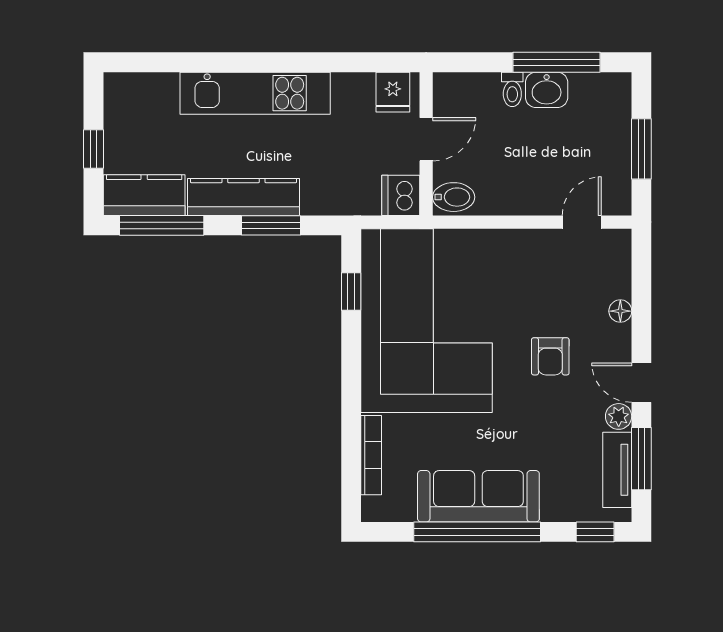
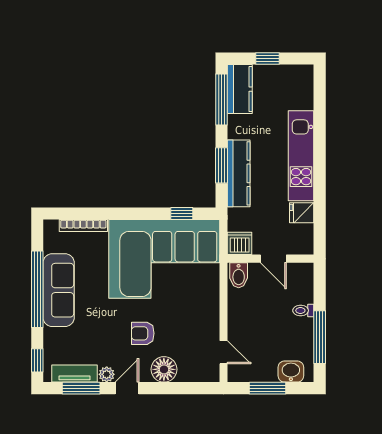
washbasin: (547, 90) -> (291, 372), moved, turned 90
fridge: (393, 92) -> (302, 213), moved
kitchen counter: (243, 197) -> (239, 173), moved
floor lamp: (620, 311) -> (164, 369), width x1.89, depth x1.89

